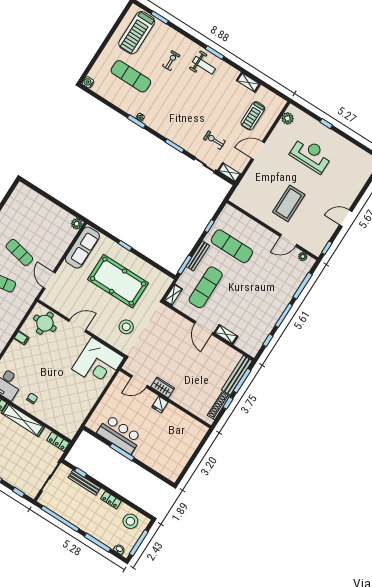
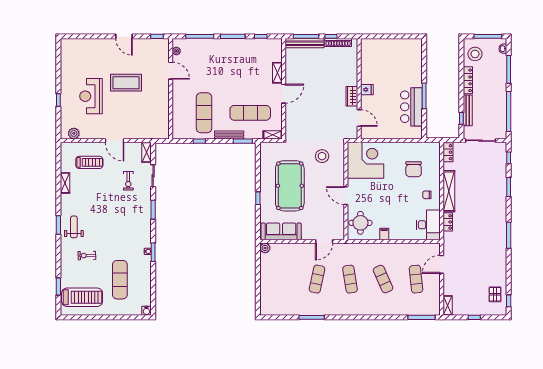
coffee table: (289, 203) -> (126, 83), moved
chair: (62, 401) -> (414, 169), added
locker: (111, 500) -> (468, 80), width x1.53

